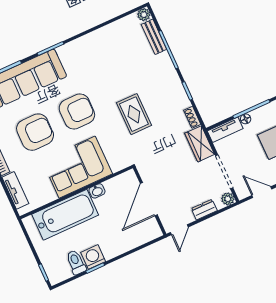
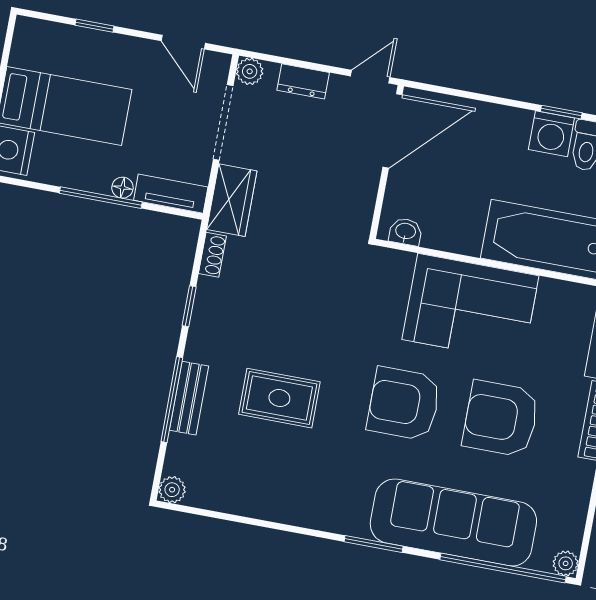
bench: (154, 37) -> (189, 398), moved
rug: (134, 114) -> (279, 398), moved, turned 90
washbasin: (97, 191) -> (405, 232), moved
door: (149, 199) -> (392, 131), moved

